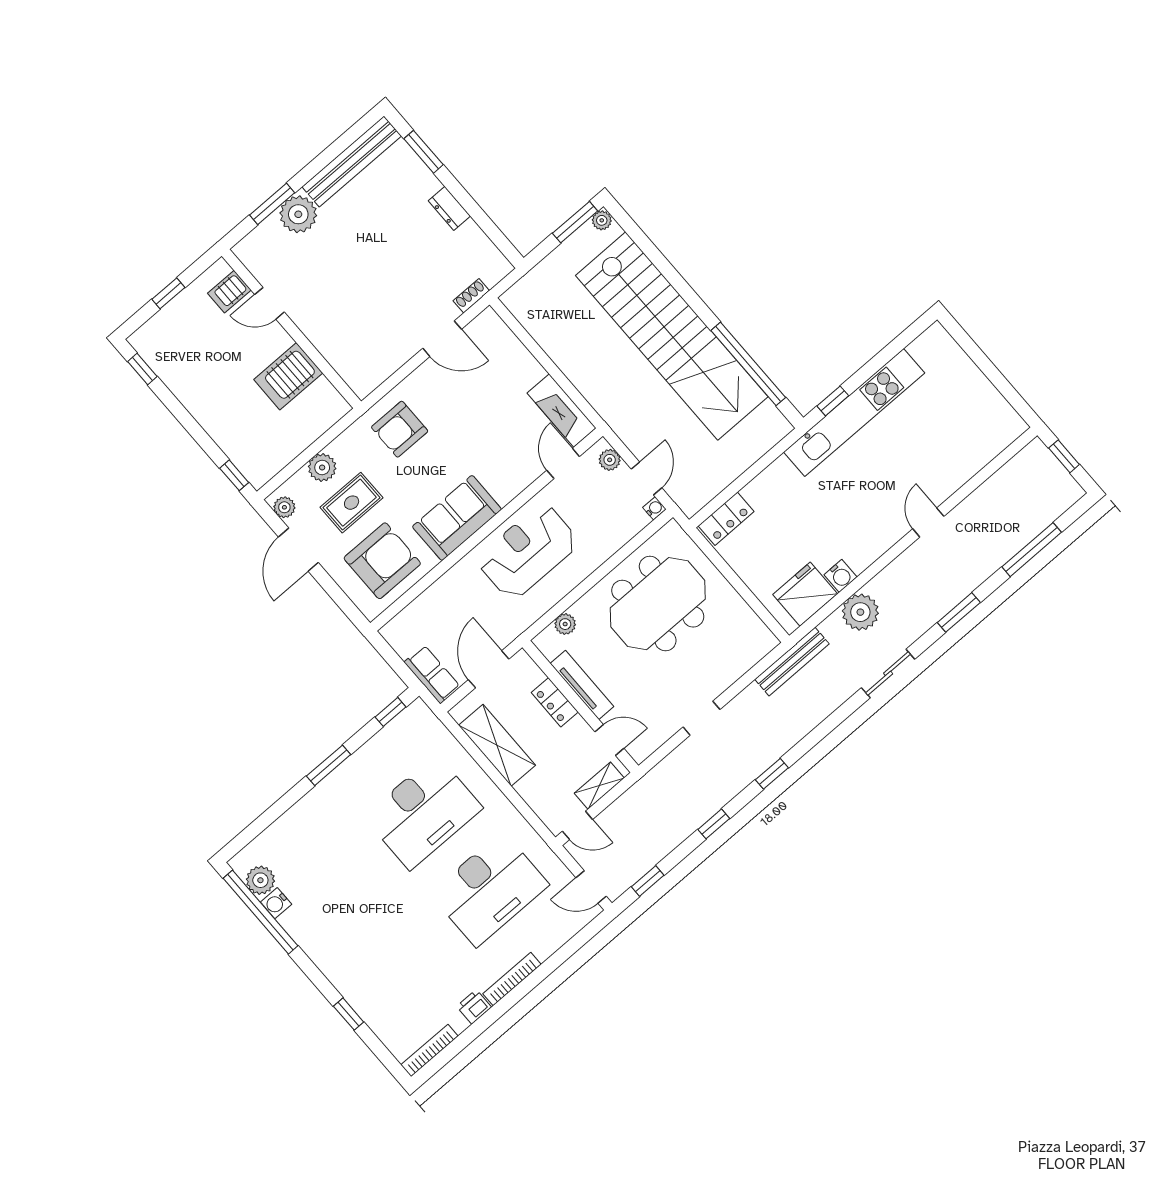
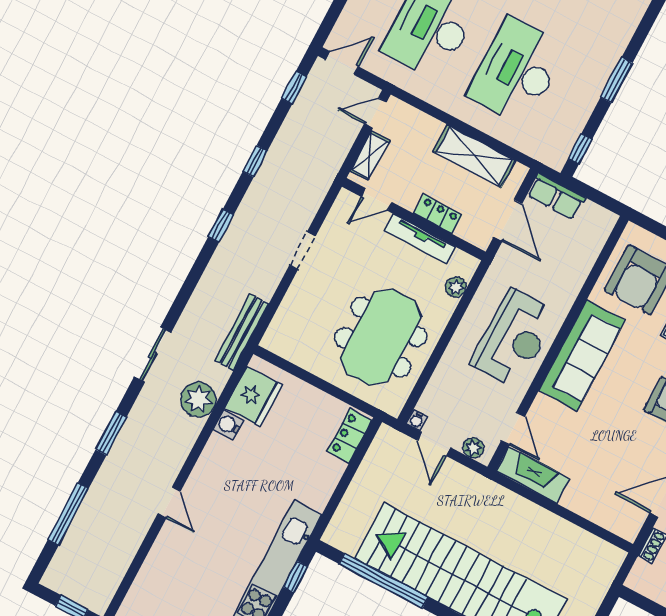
sofa: (457, 518) -> (582, 356), width x1.36

